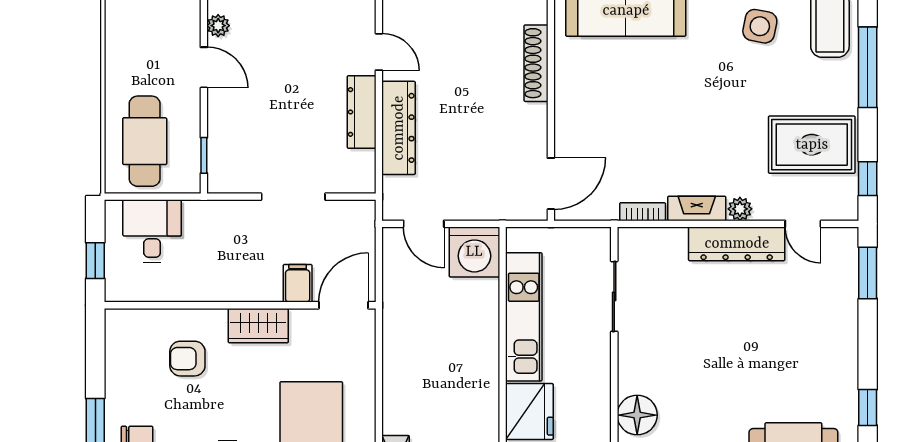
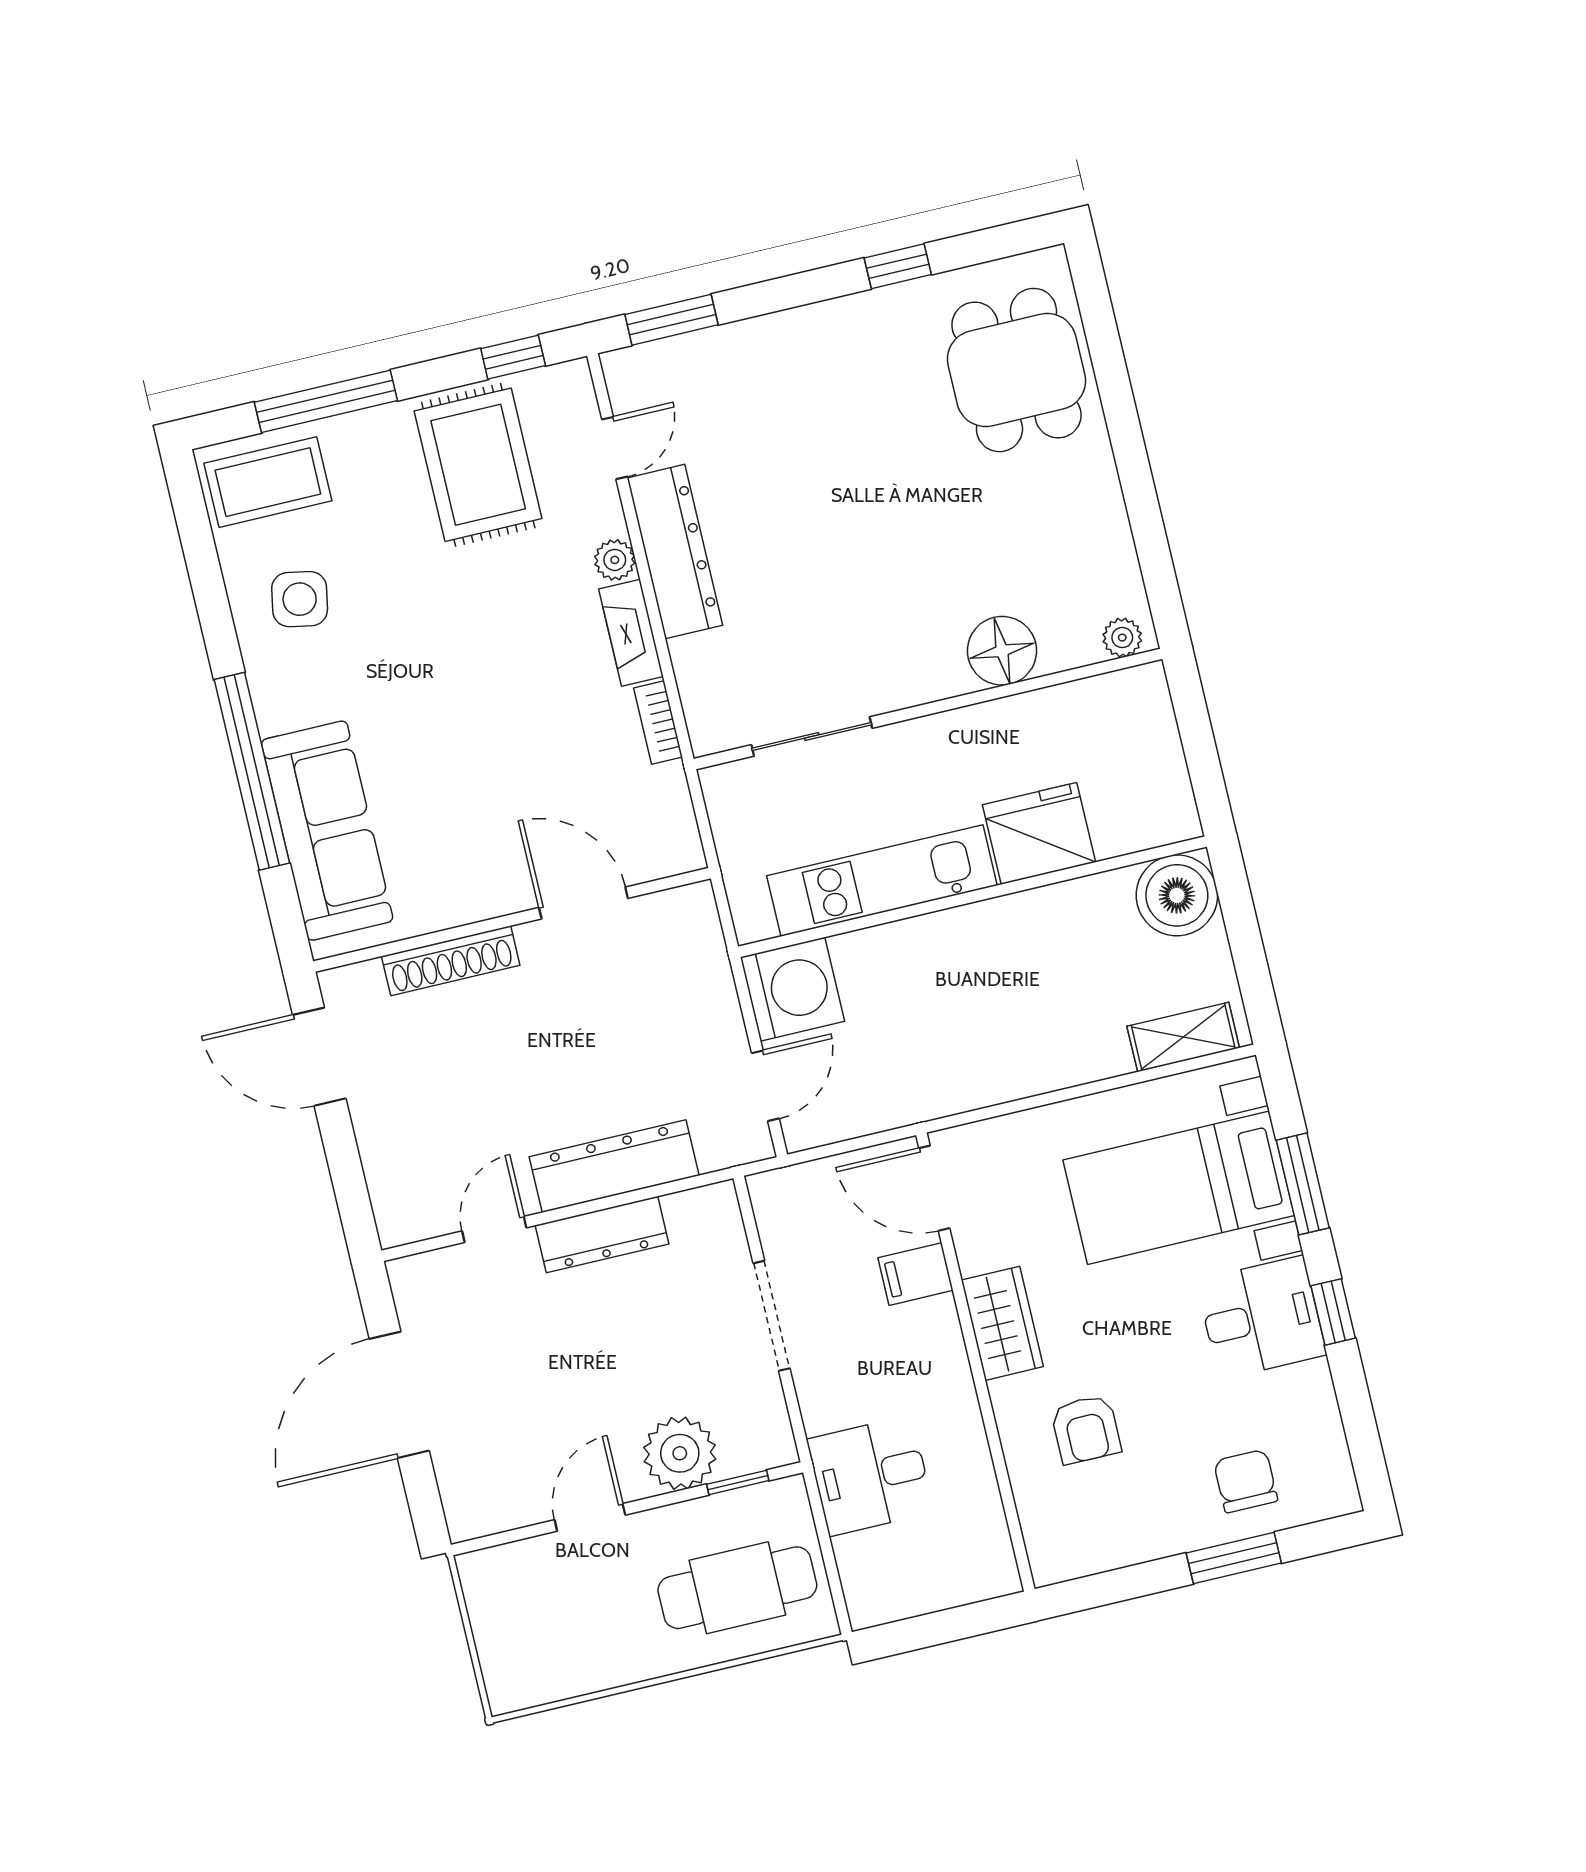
plant: (218, 26) -> (680, 1453), moved, width x1.88, depth x1.88
door: (551, 184) -> (583, 903), moved
desk: (152, 231) -> (870, 1476), moved
window: (95, 261) -> (958, 1623), removed

